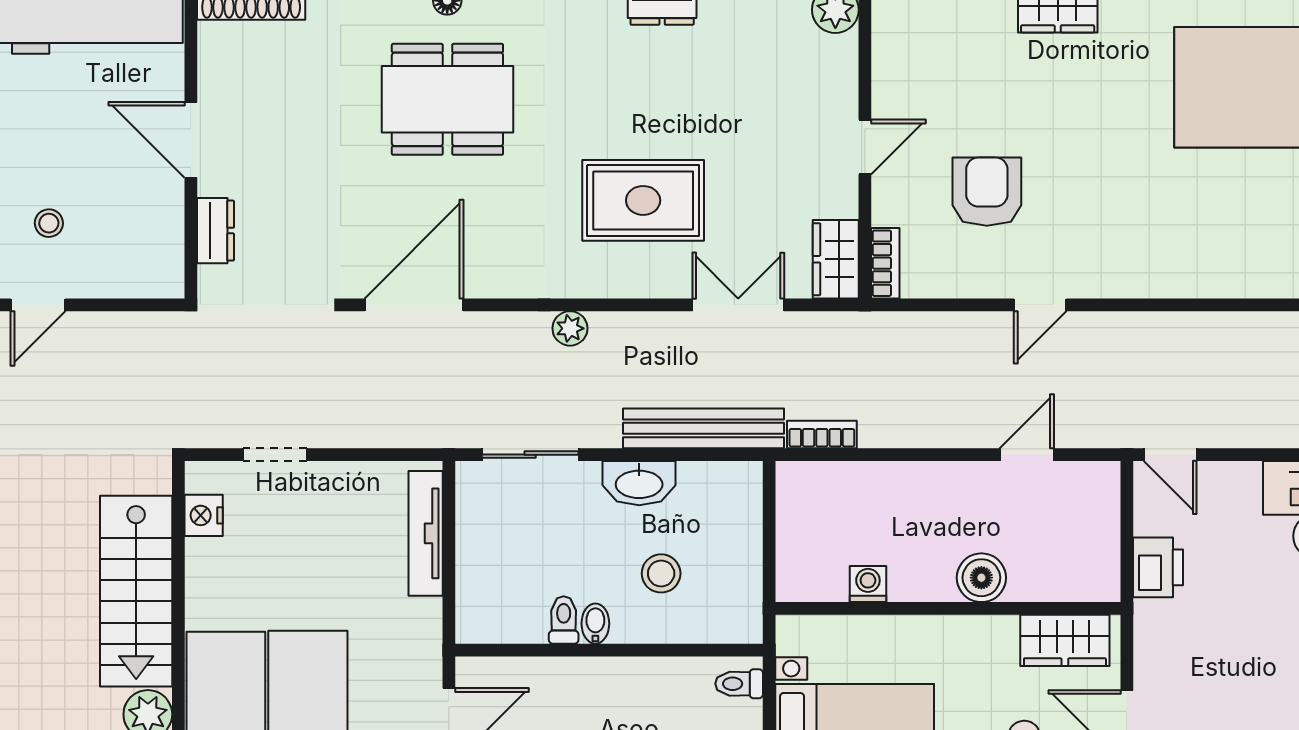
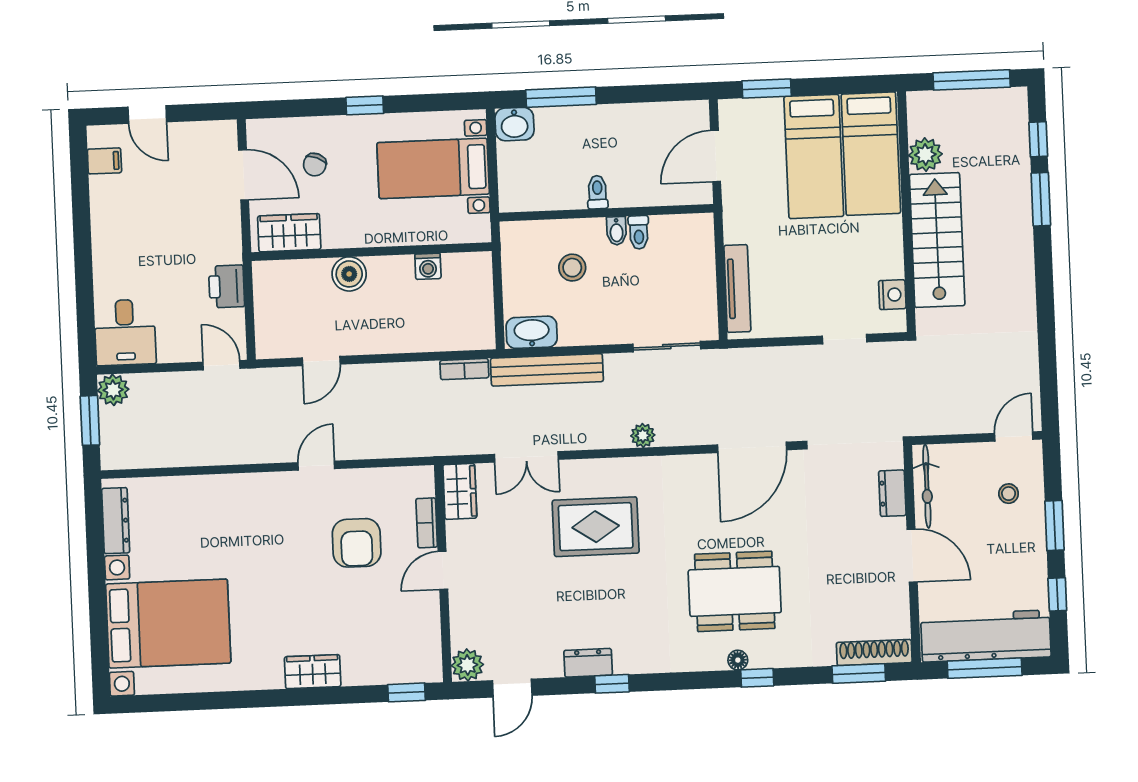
bicycle: (166, 238) -> (927, 486), added
bookcase: (885, 263) -> (427, 523), moved
washbasin: (639, 483) -> (532, 332), moved
toilet: (739, 684) -> (597, 192), moved, turned -90

